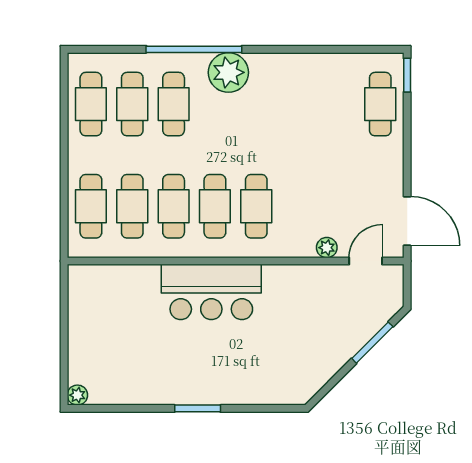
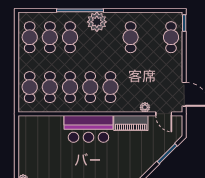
cafe table: (298, 104) -> (131, 37), added
door: (366, 261) -> (164, 114), swing flipped
piano: (298, 280) -> (131, 123), added

